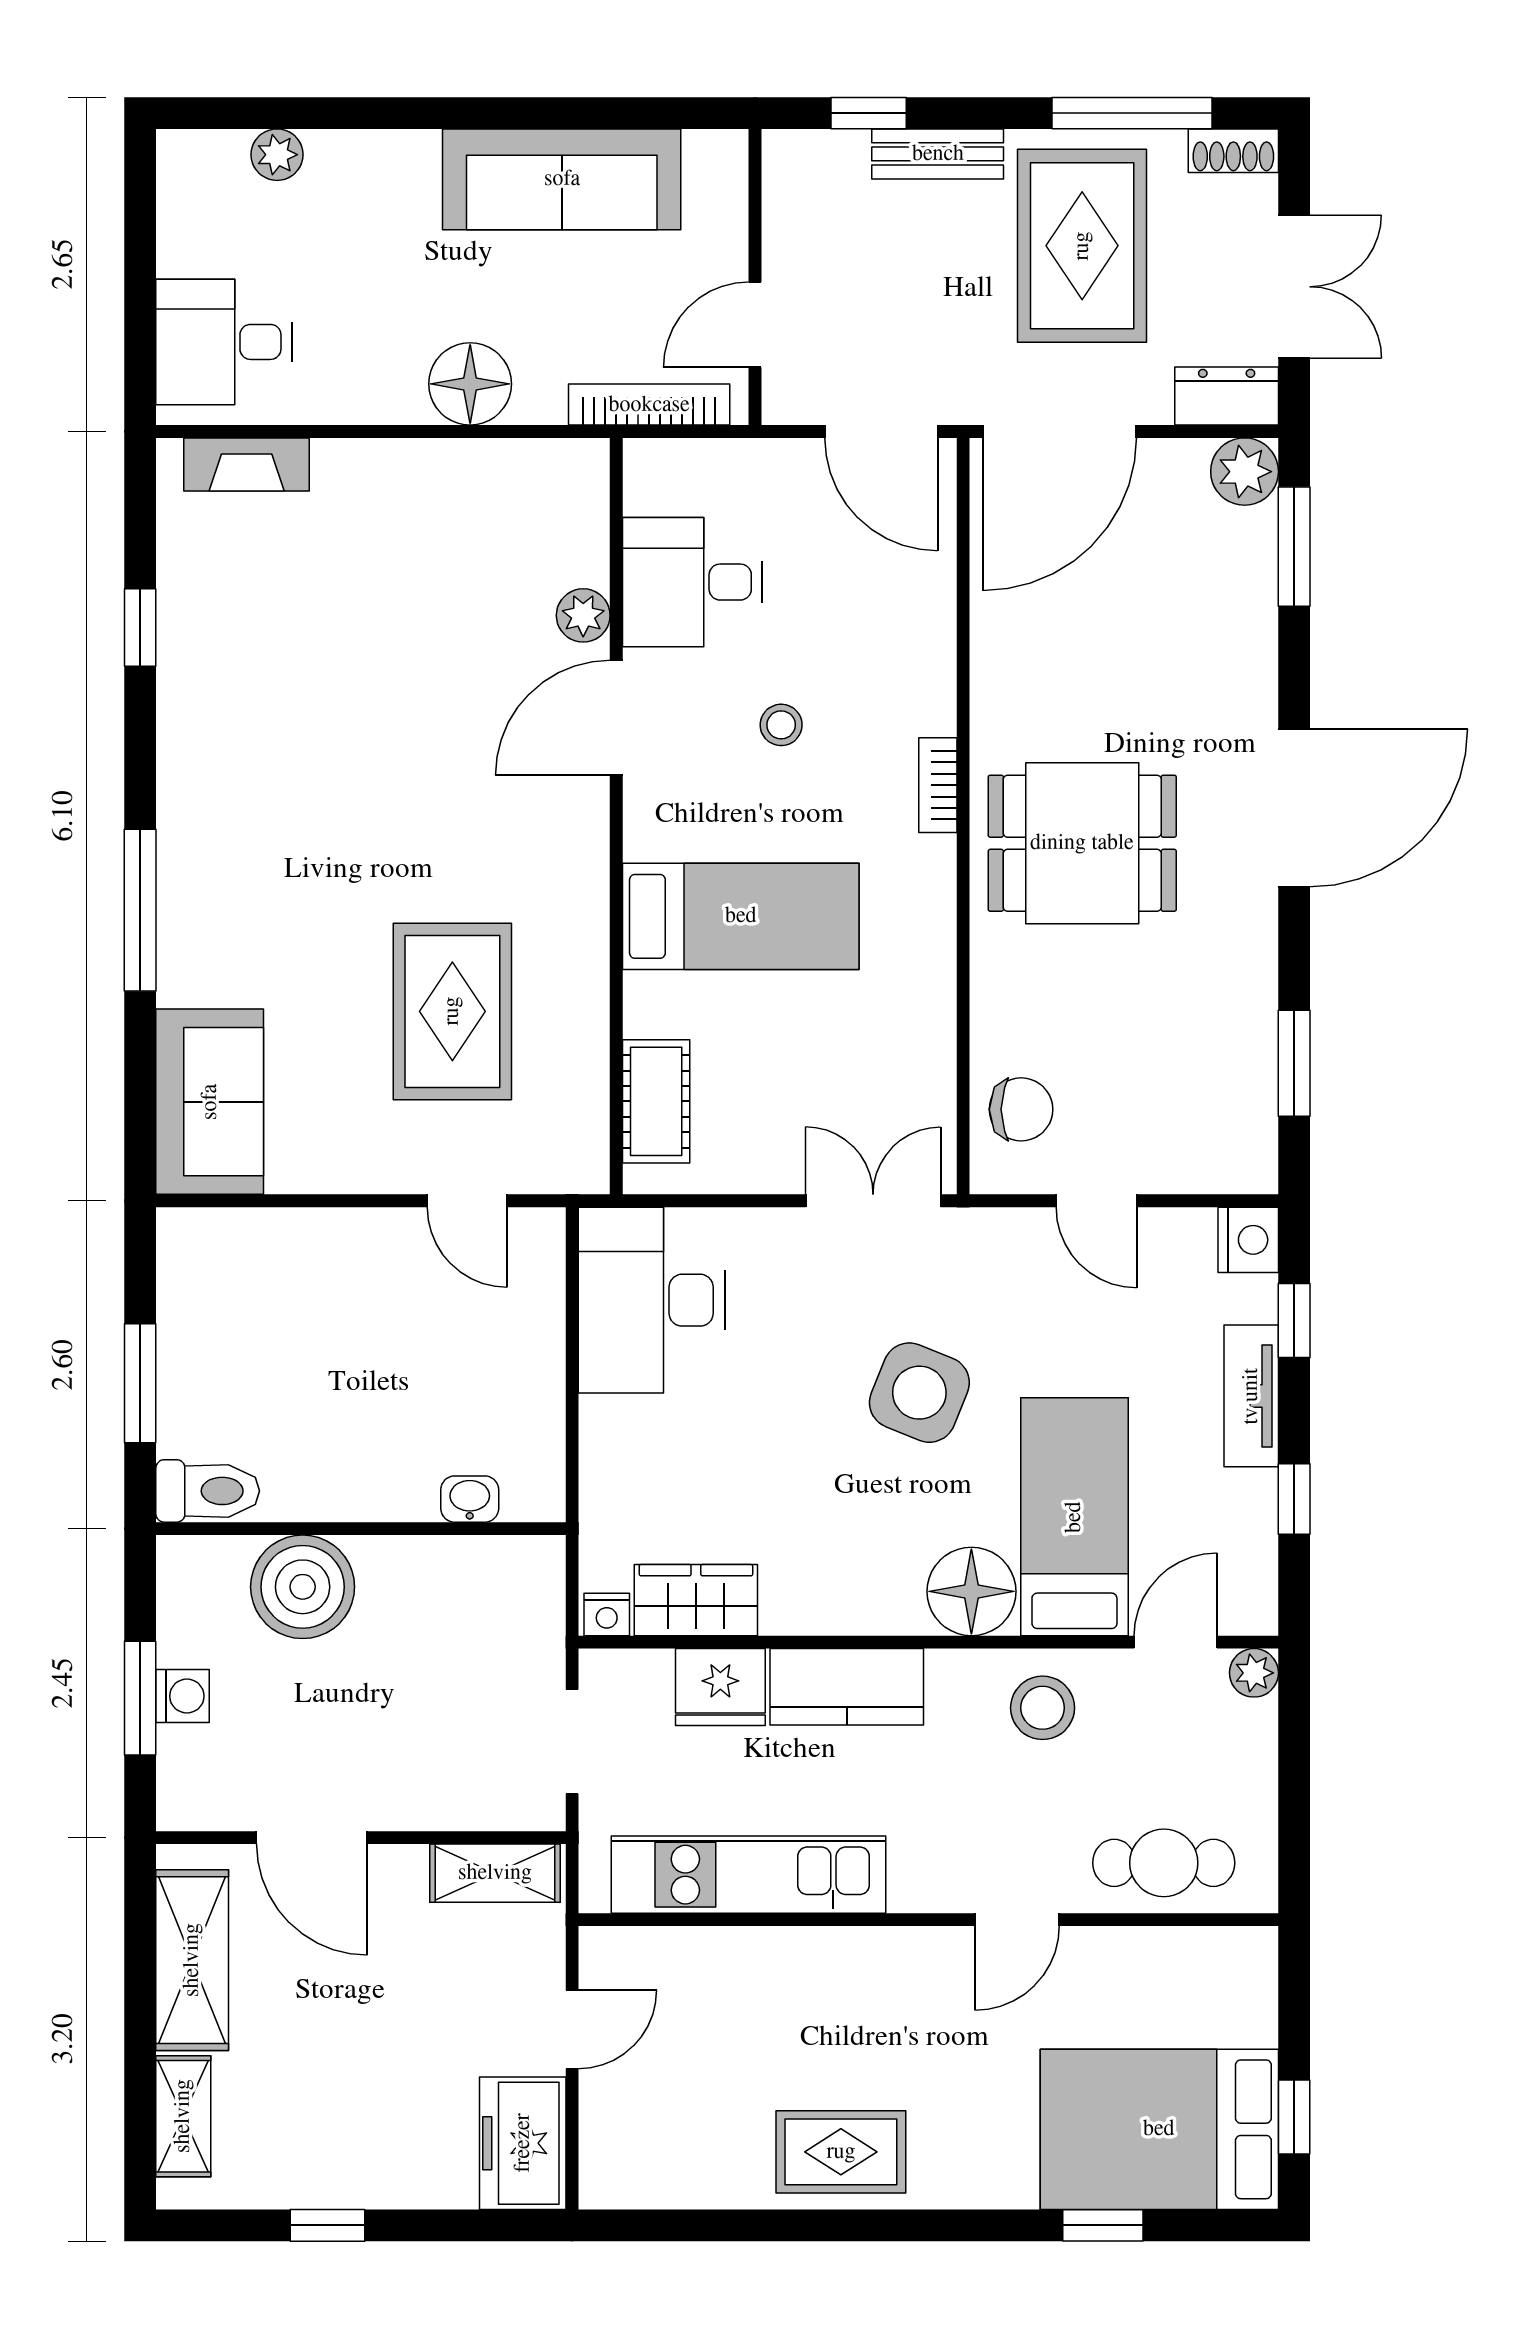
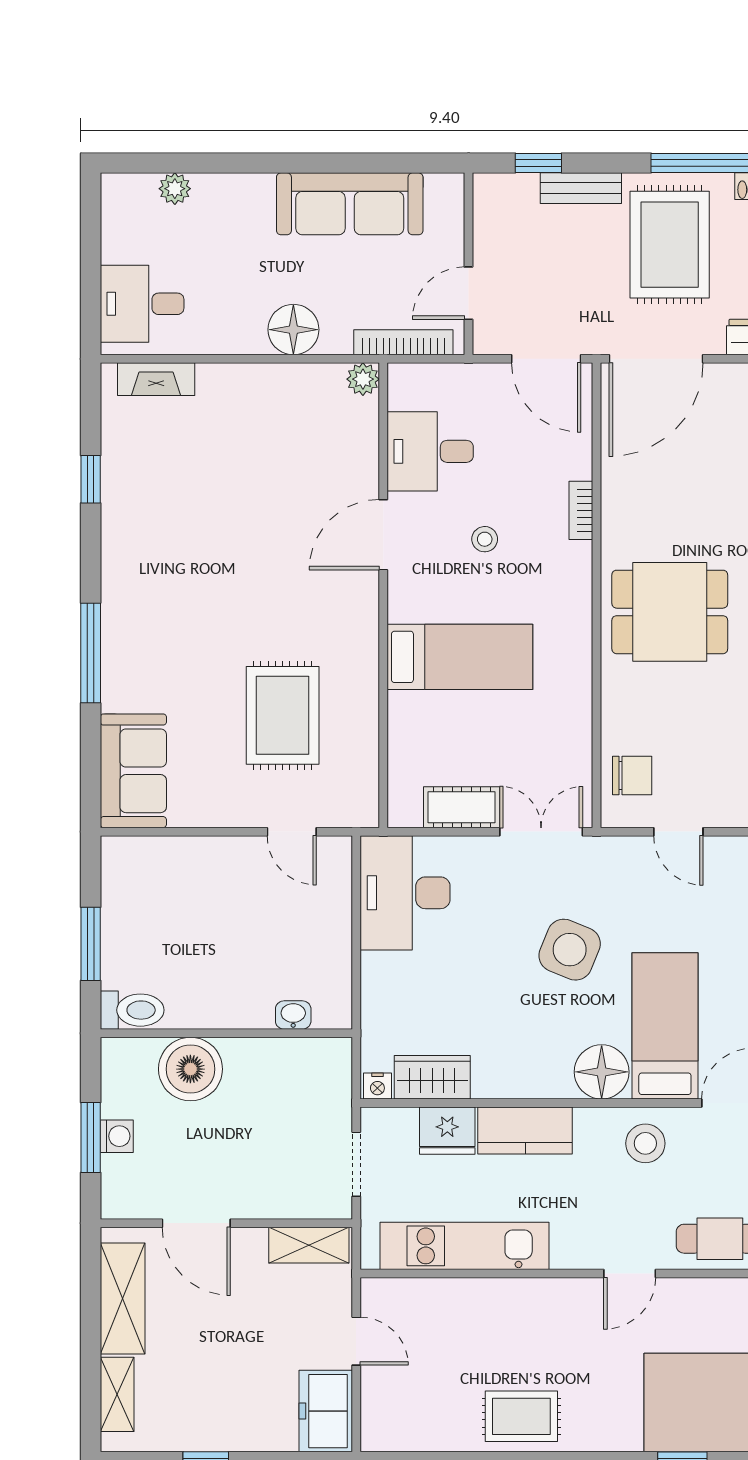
plant: (583, 615) -> (363, 379), moved
bookcase: (938, 785) -> (581, 510), moved
cot: (656, 1101) -> (462, 807), moved, turned 90
door: (572, 2030) -> (356, 1341), hinge flipped

